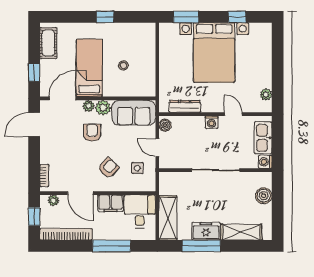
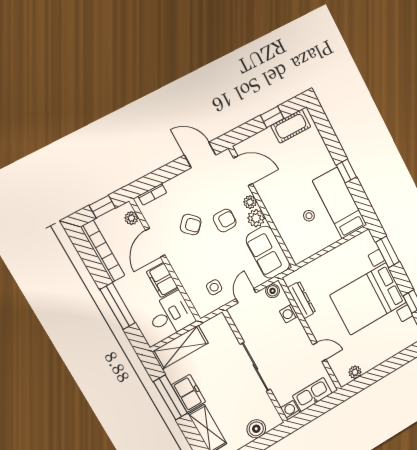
bed: (89, 68) -> (340, 203), moved, turned -90
window: (34, 73) -> (272, 117), moved
door: (233, 114) -> (319, 352), hinge flipped
washing machine: (212, 122) -> (289, 314), moved
armchair: (108, 168) -> (191, 225), moved

